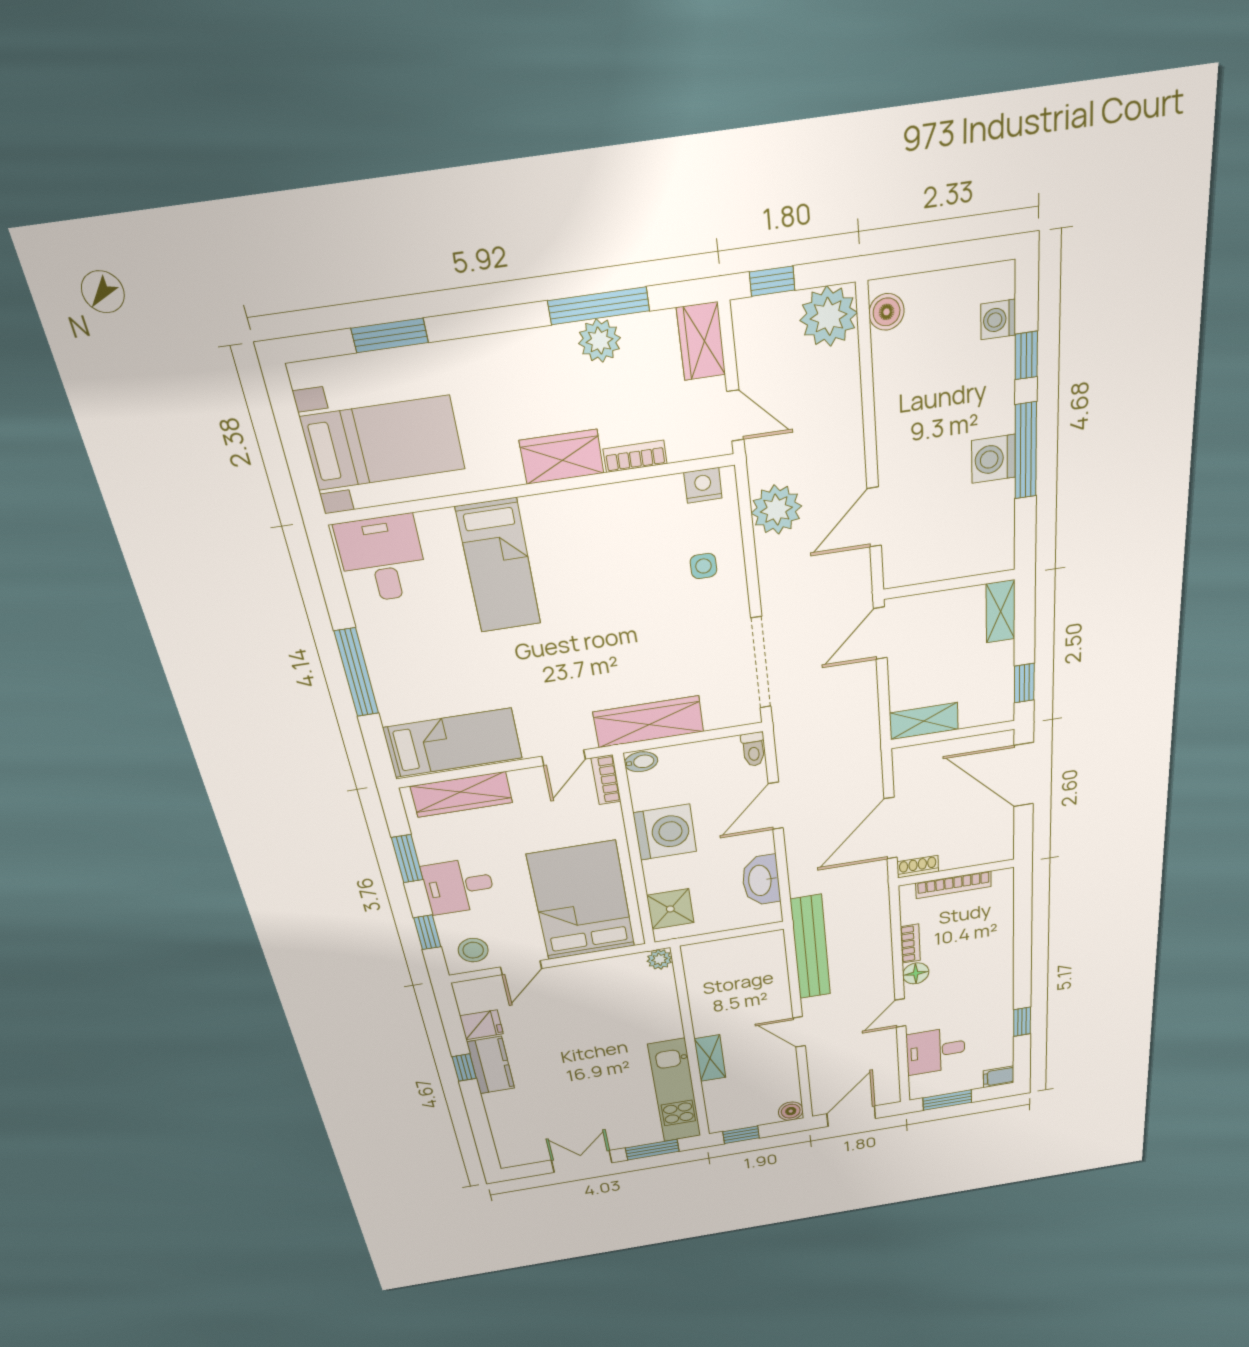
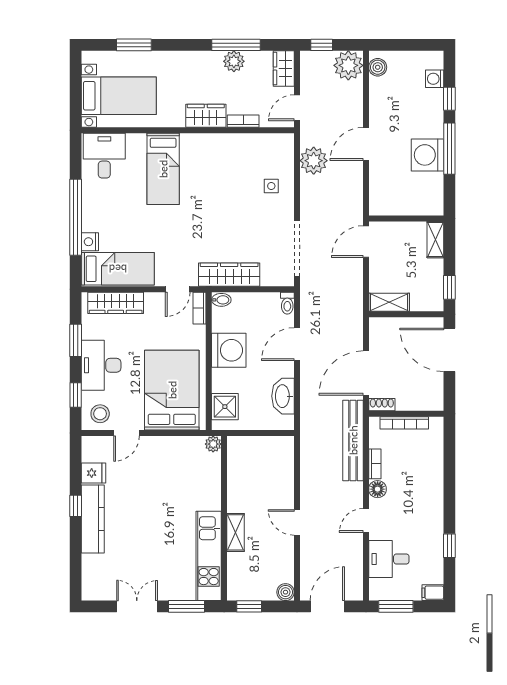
door: (735, 416) -> (297, 108), swing flipped
washing machine: (993, 459) -> (427, 155), width x1.37, depth x1.37
nightstand: (703, 485) -> (90, 242), moved, turned -90
door: (874, 517) -> (366, 144), moved
window: (357, 673) -> (76, 217), width x1.46
desk: (459, 886) -> (101, 365), width x1.37
bench: (810, 947) -> (353, 440), moved
kitchen counter: (491, 1065) -> (93, 519), width x1.50

